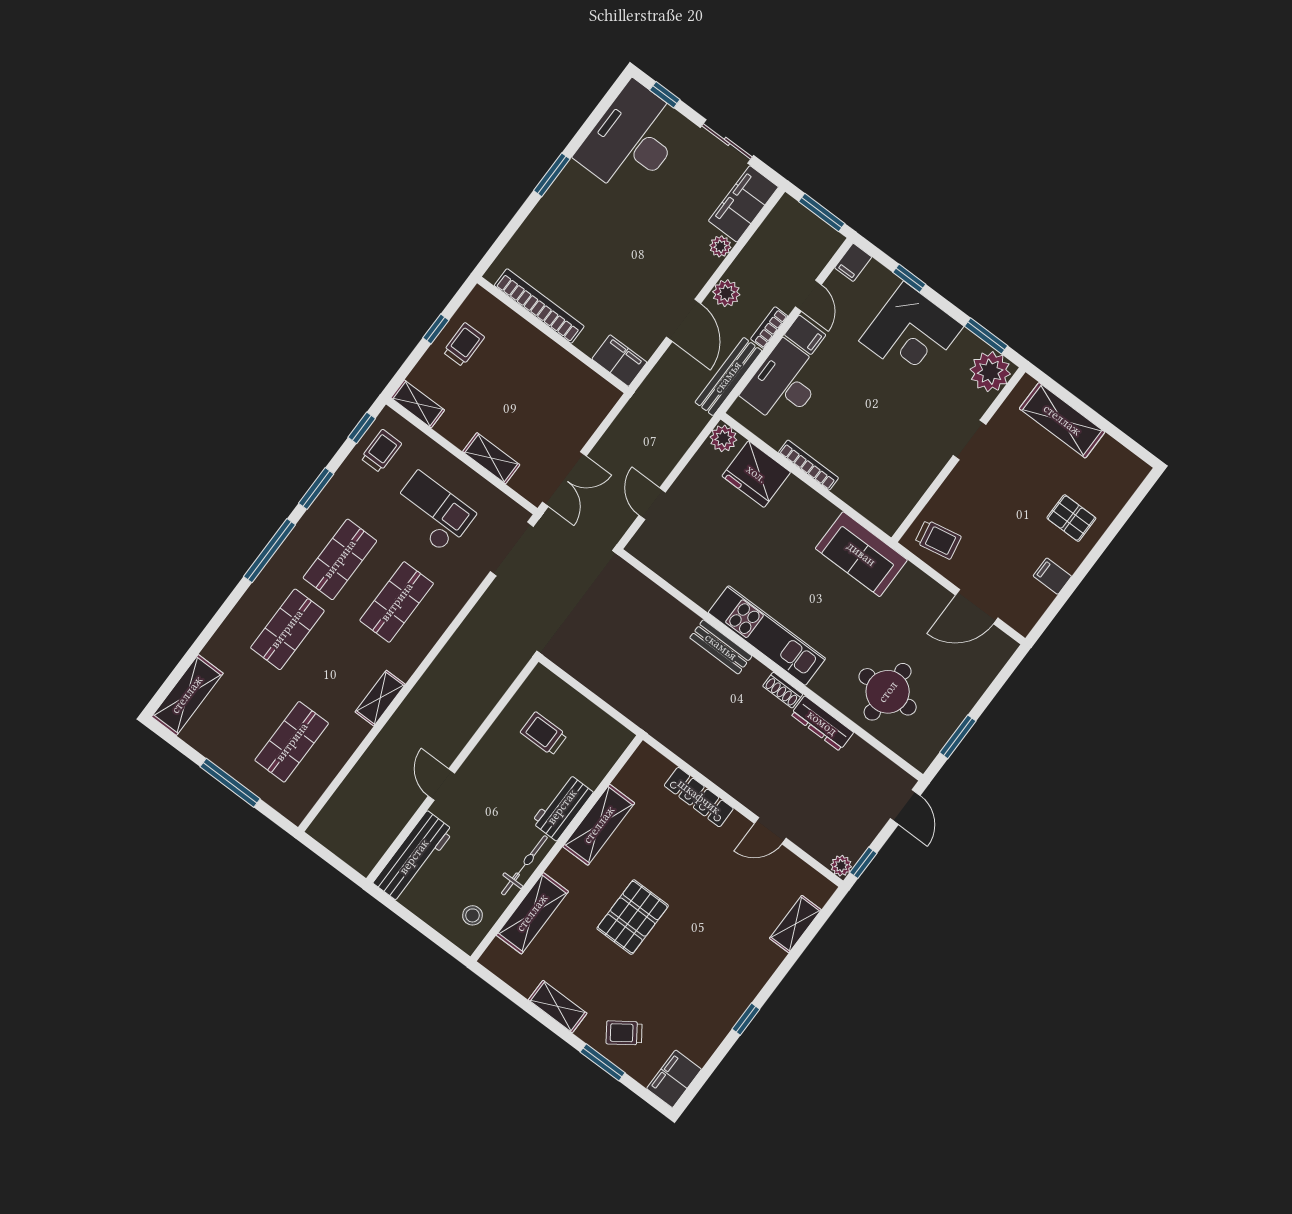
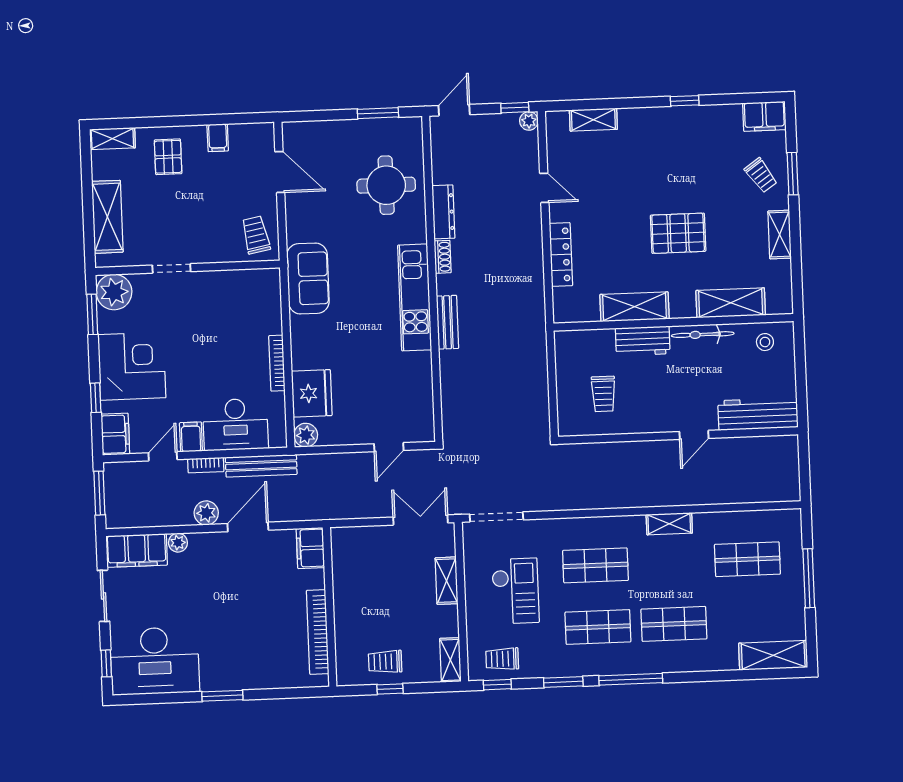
filing cabinet: (853, 262) -> (115, 434), width x2.00
shelving: (1128, 482) -> (112, 139), added
checkout: (432, 512) -> (515, 591), turned 180

